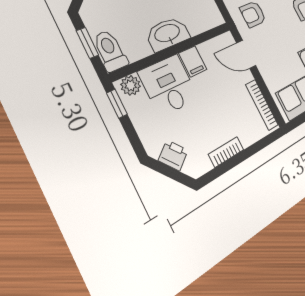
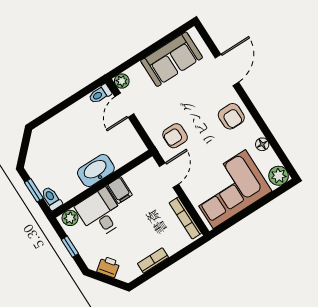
toilet: (110, 51) -> (52, 198), width x0.73, depth x0.72
door: (246, 54) -> (169, 175), swing flipped
window: (117, 104) -> (70, 247), moved

